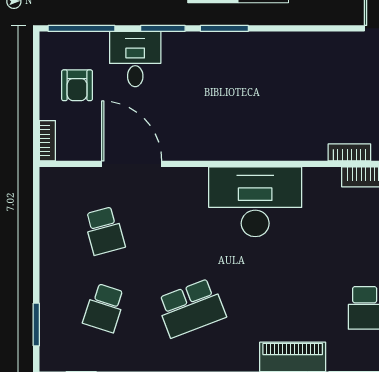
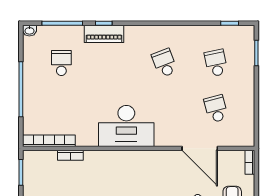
school desk: (104, 308) -> (216, 63), turned -30
school desk: (191, 308) -> (164, 63), width x0.54

